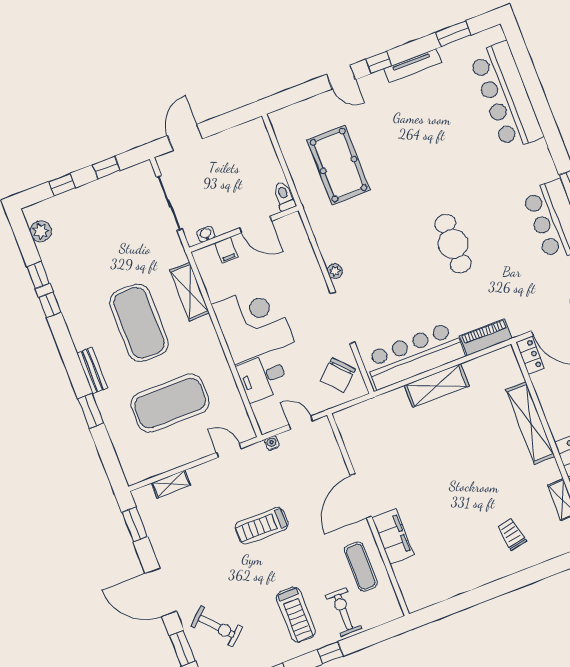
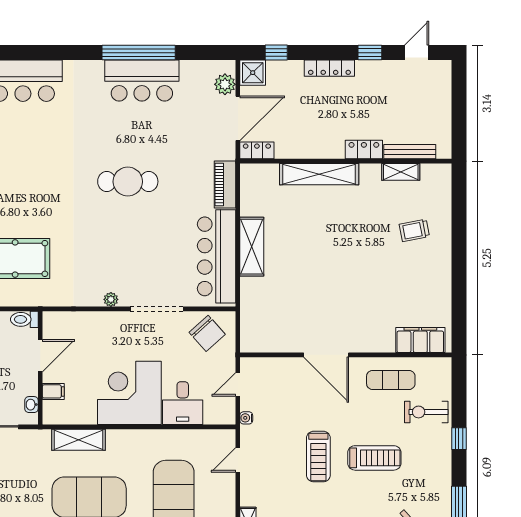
filing cabinet: (393, 536) -> (420, 340), moved
treadmill: (296, 615) -> (374, 458), moved

